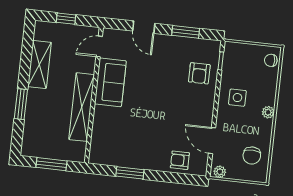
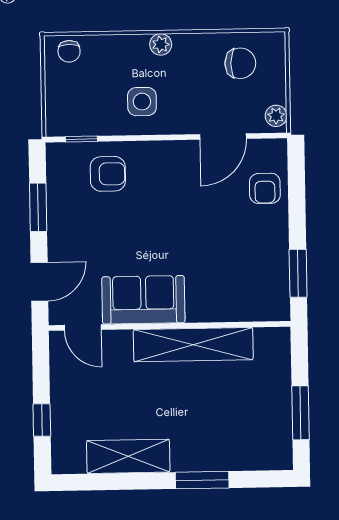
door: (99, 46) -> (83, 327), moved
sofa: (110, 82) -> (143, 300), moved
wall: (94, 95) -> (170, 326), moved
shelving: (82, 107) -> (193, 345), moved

